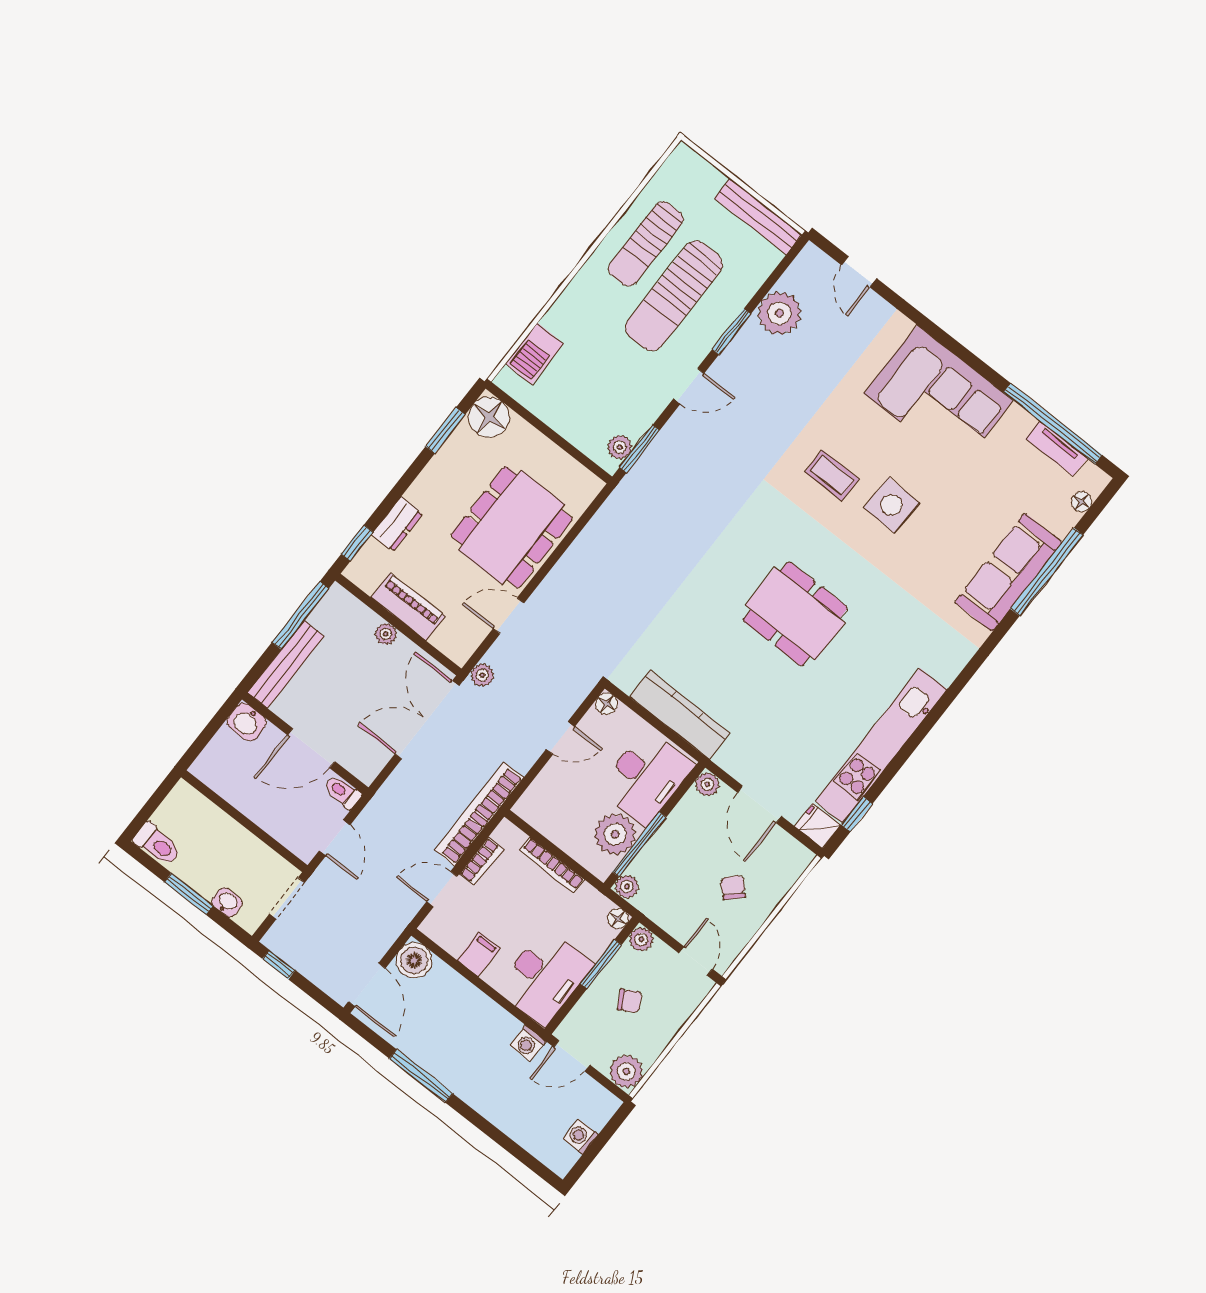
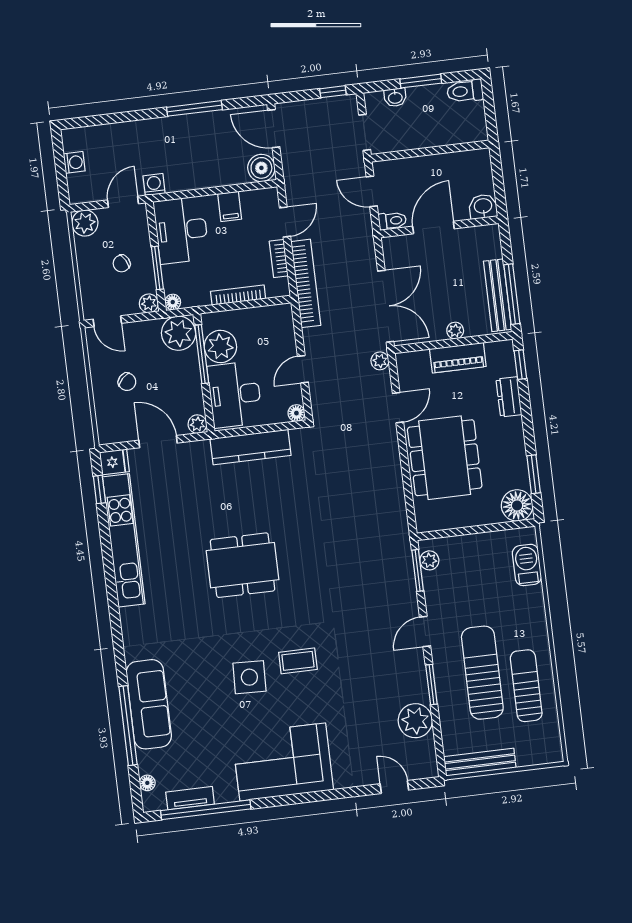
bench: (286, 664) -> (497, 295), moved
plant: (627, 887) -> (179, 333), width x1.88, depth x1.88

